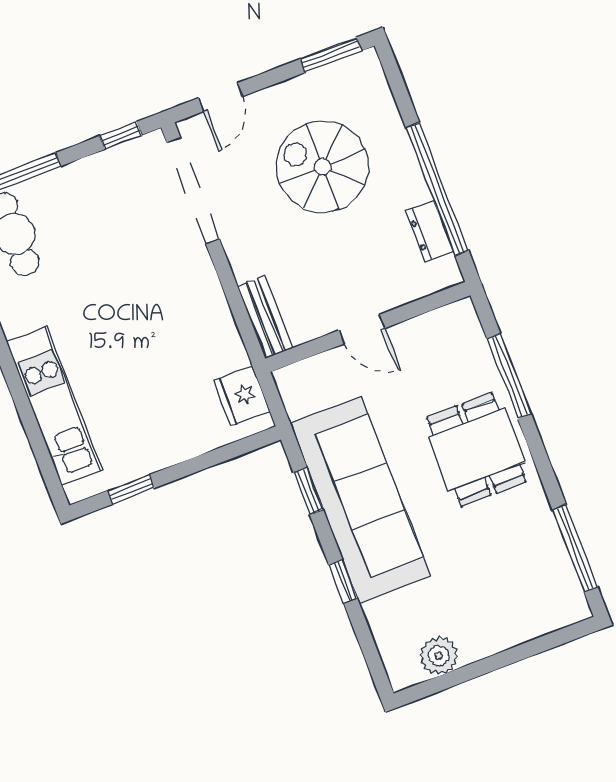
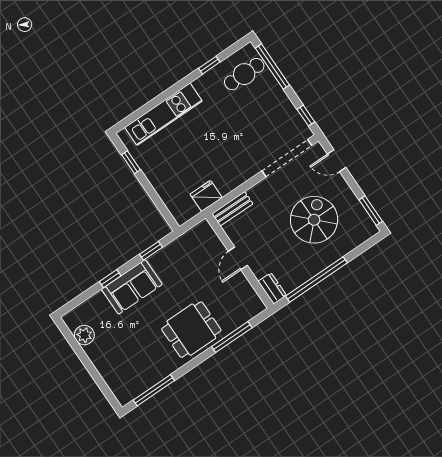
dresser: (429, 231) -> (272, 288), moved, turned 90
fridge: (242, 396) -> (206, 196), moved
sofa: (360, 500) -> (132, 287), width x0.54, depth x0.79

